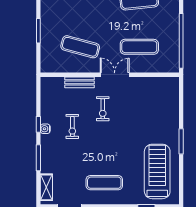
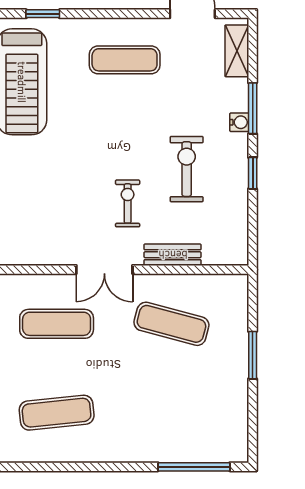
exercise bike: (72, 126) -> (187, 169), width x1.38, depth x1.39
water cooler: (45, 129) -> (239, 122), moved

